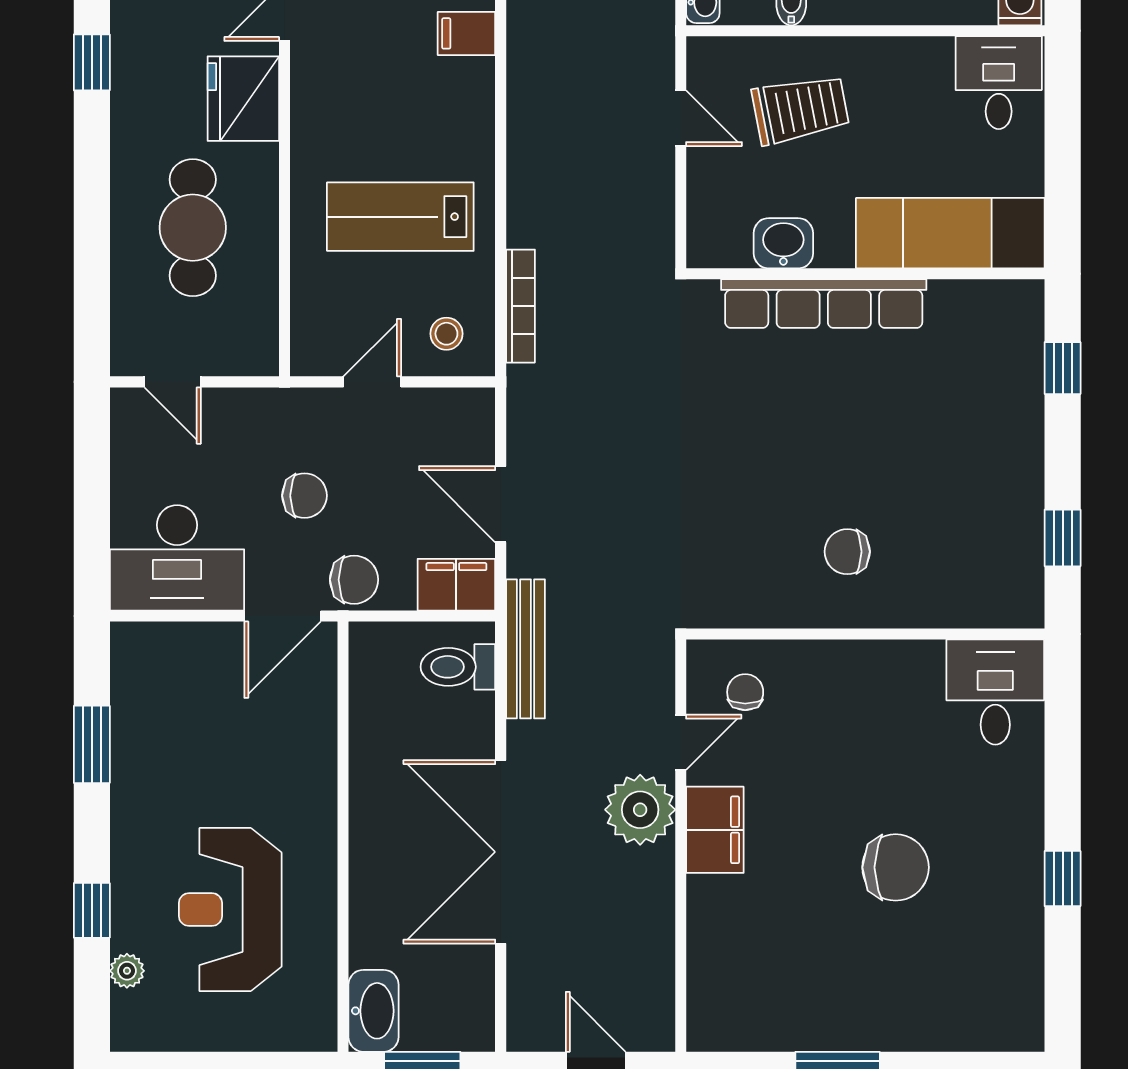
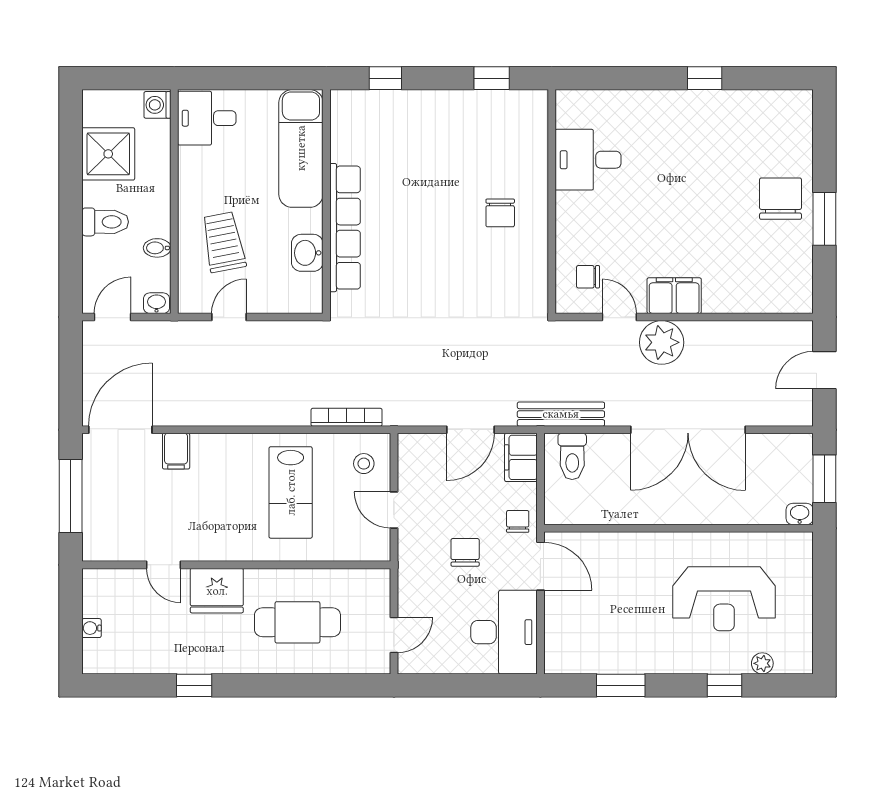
chair: (354, 580) -> (518, 521), width x0.73, depth x0.73
desk: (995, 692) -> (588, 160), moved
chair: (896, 867) -> (781, 199), moved
washbasin: (373, 1011) -> (800, 514), width x0.52, depth x0.69

